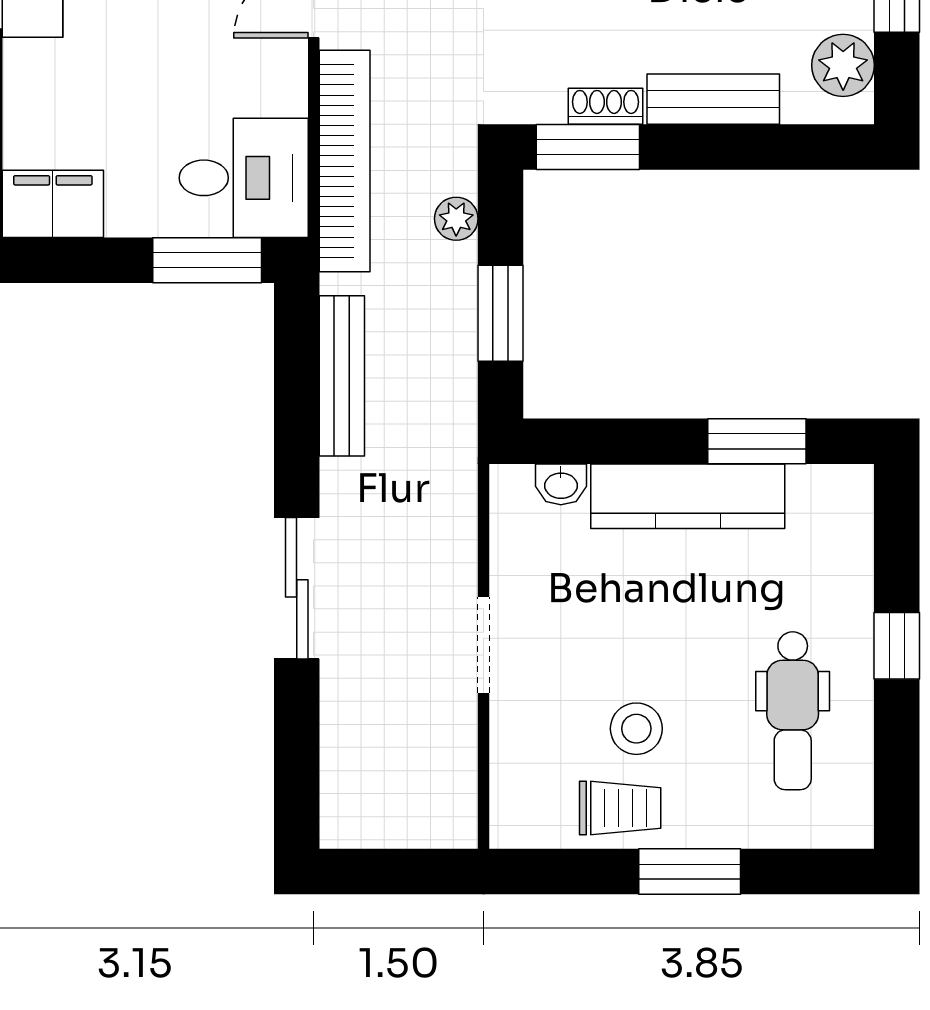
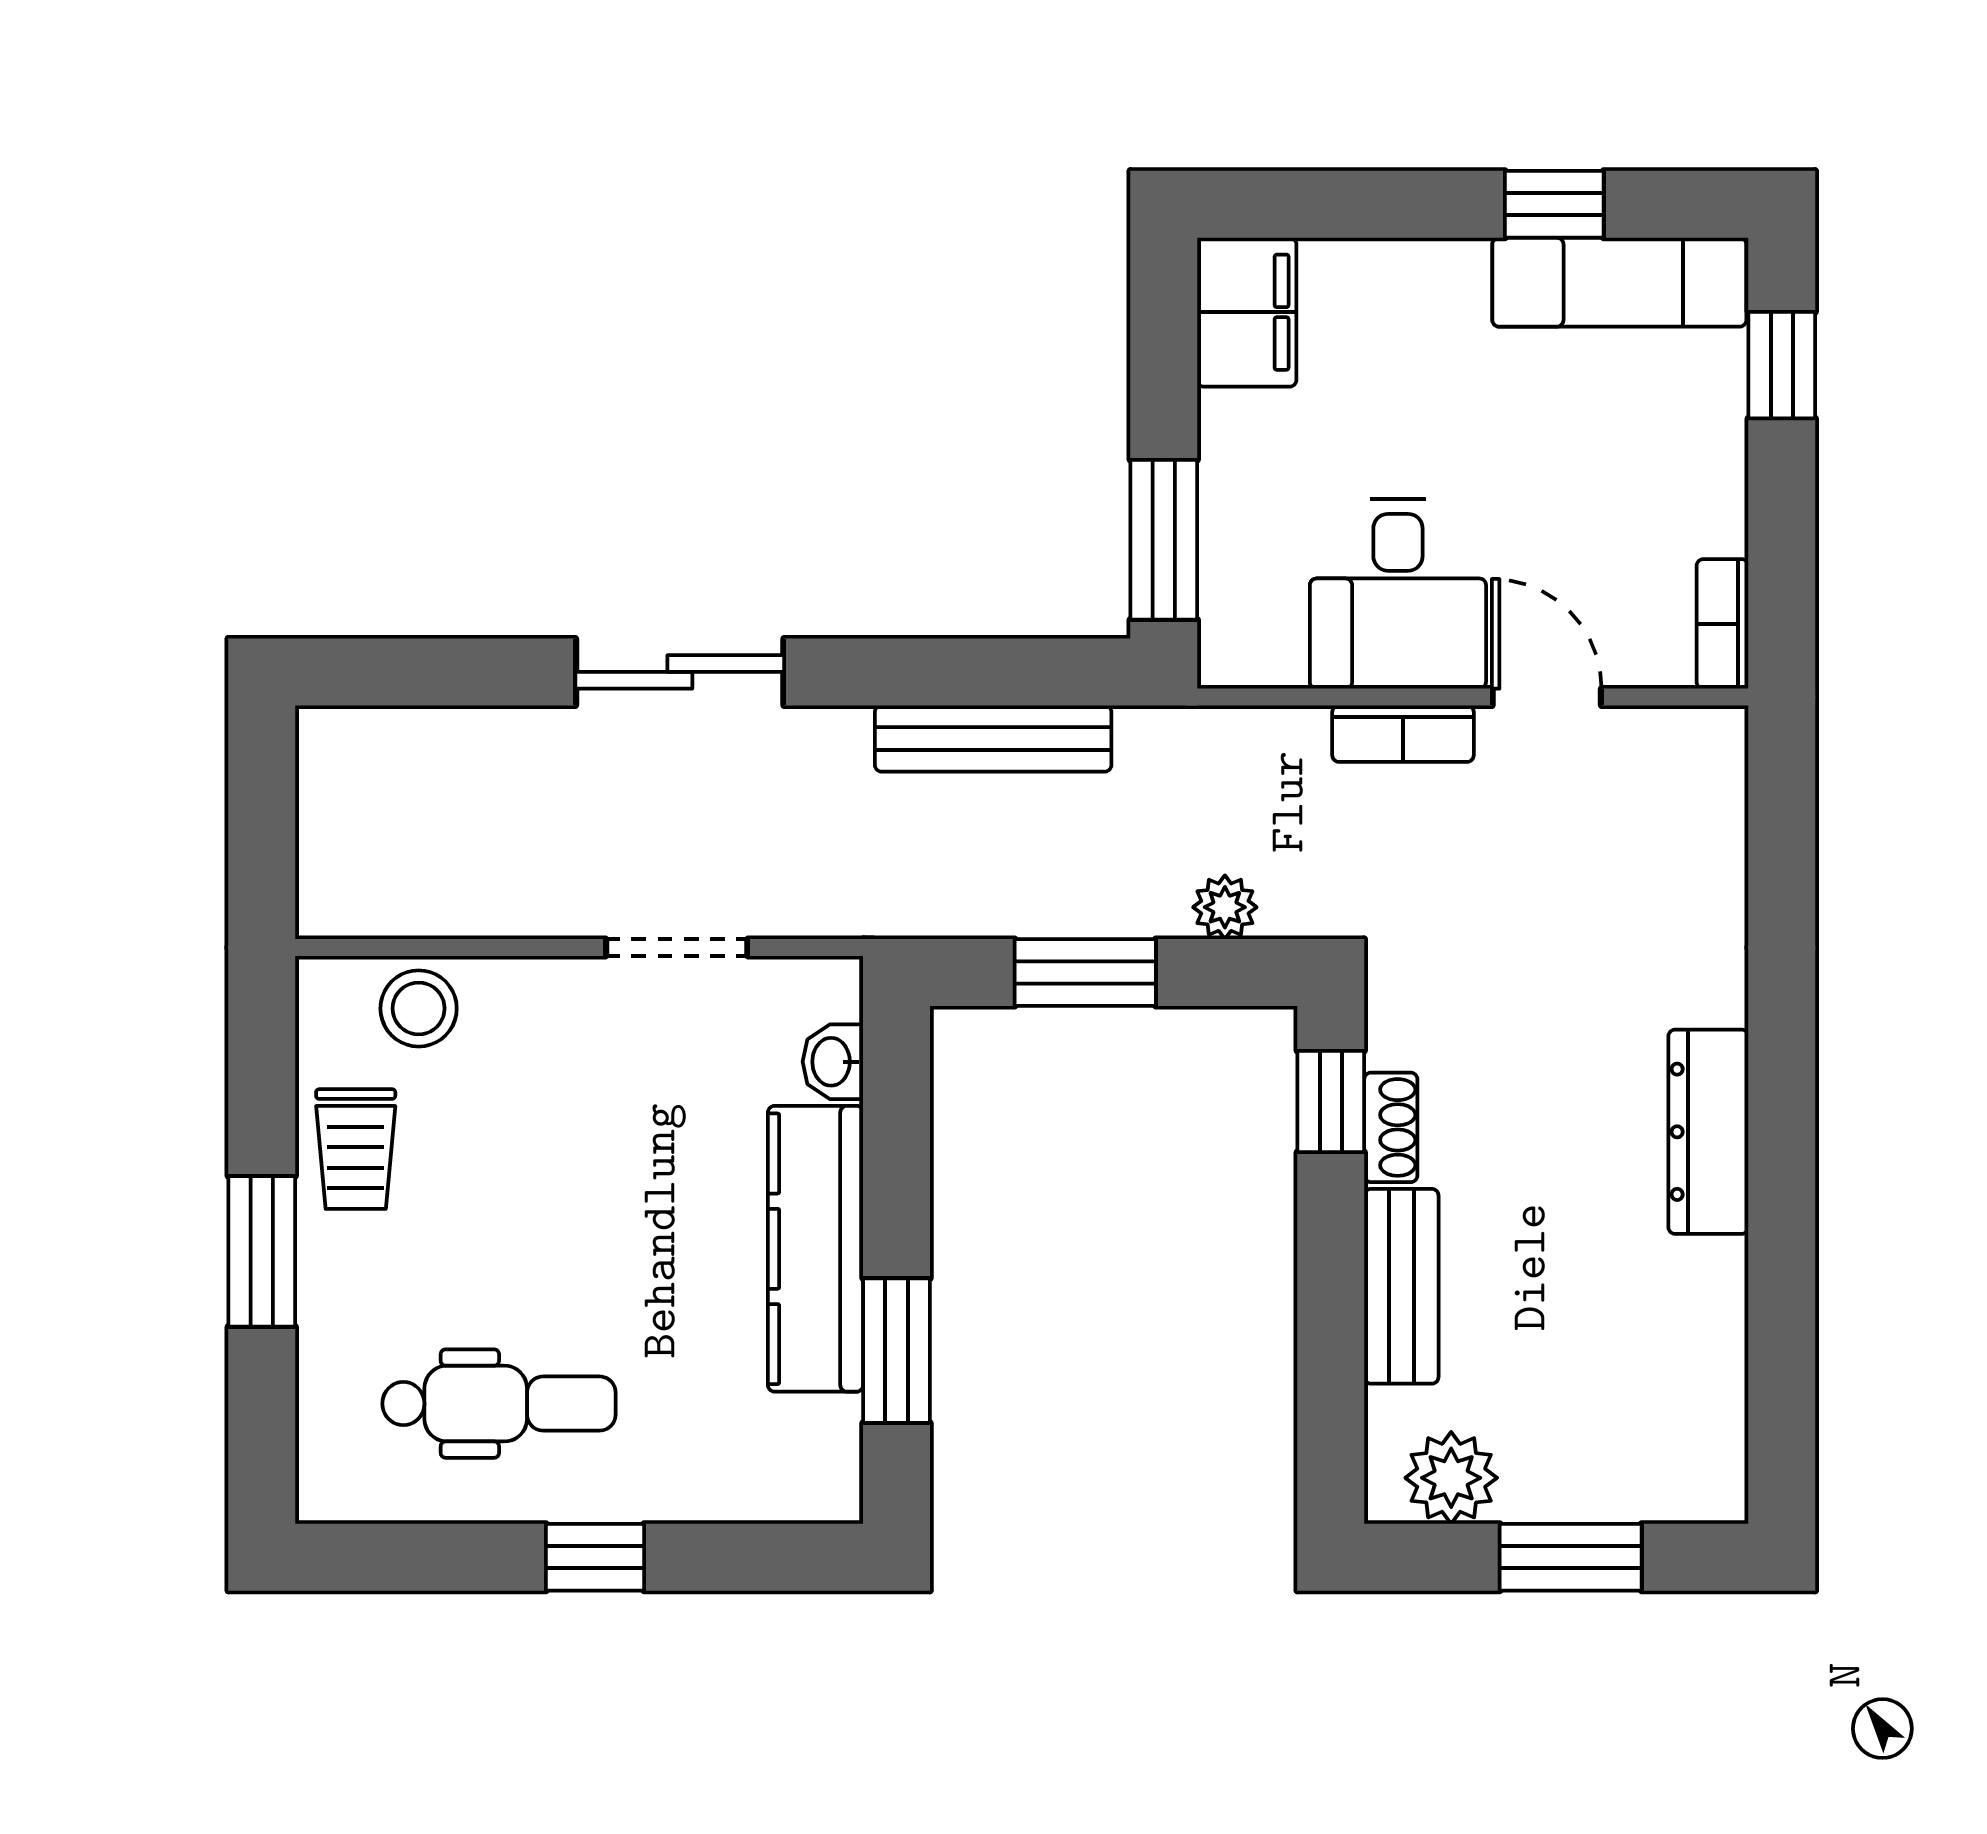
window: (588, 147) -> (1331, 1101), width x0.67
bookcase: (345, 161) -> (1403, 734), width x0.43, depth x0.76
desk: (244, 178) -> (1398, 594), moved
doorway: (484, 645) -> (677, 948), moved
dental chair: (793, 711) -> (499, 1404), turned 180
stool: (636, 729) -> (419, 1008), moved

